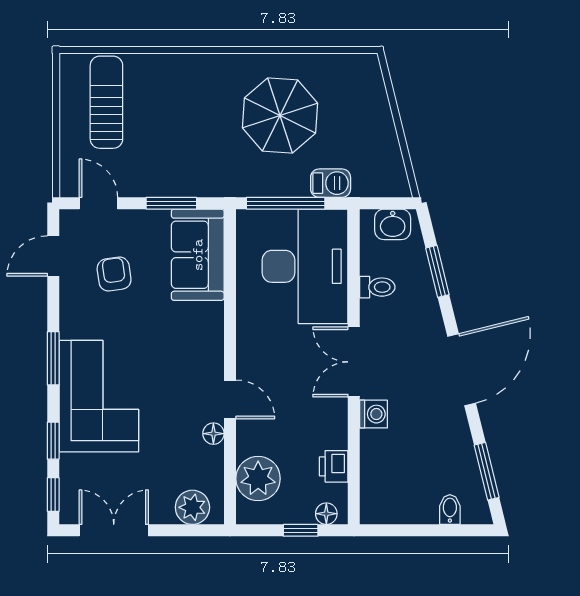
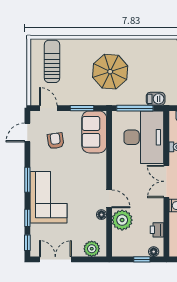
parasol: (280, 115) -> (110, 72), moved
plant: (258, 479) -> (122, 220), moved

